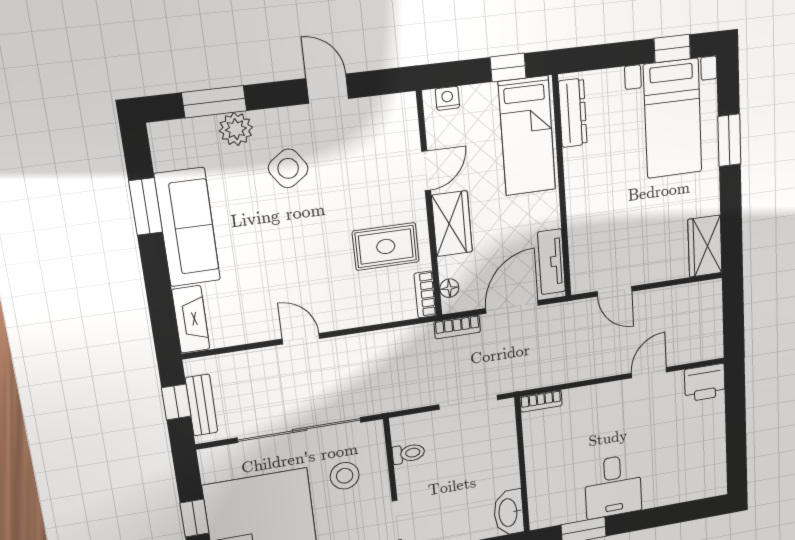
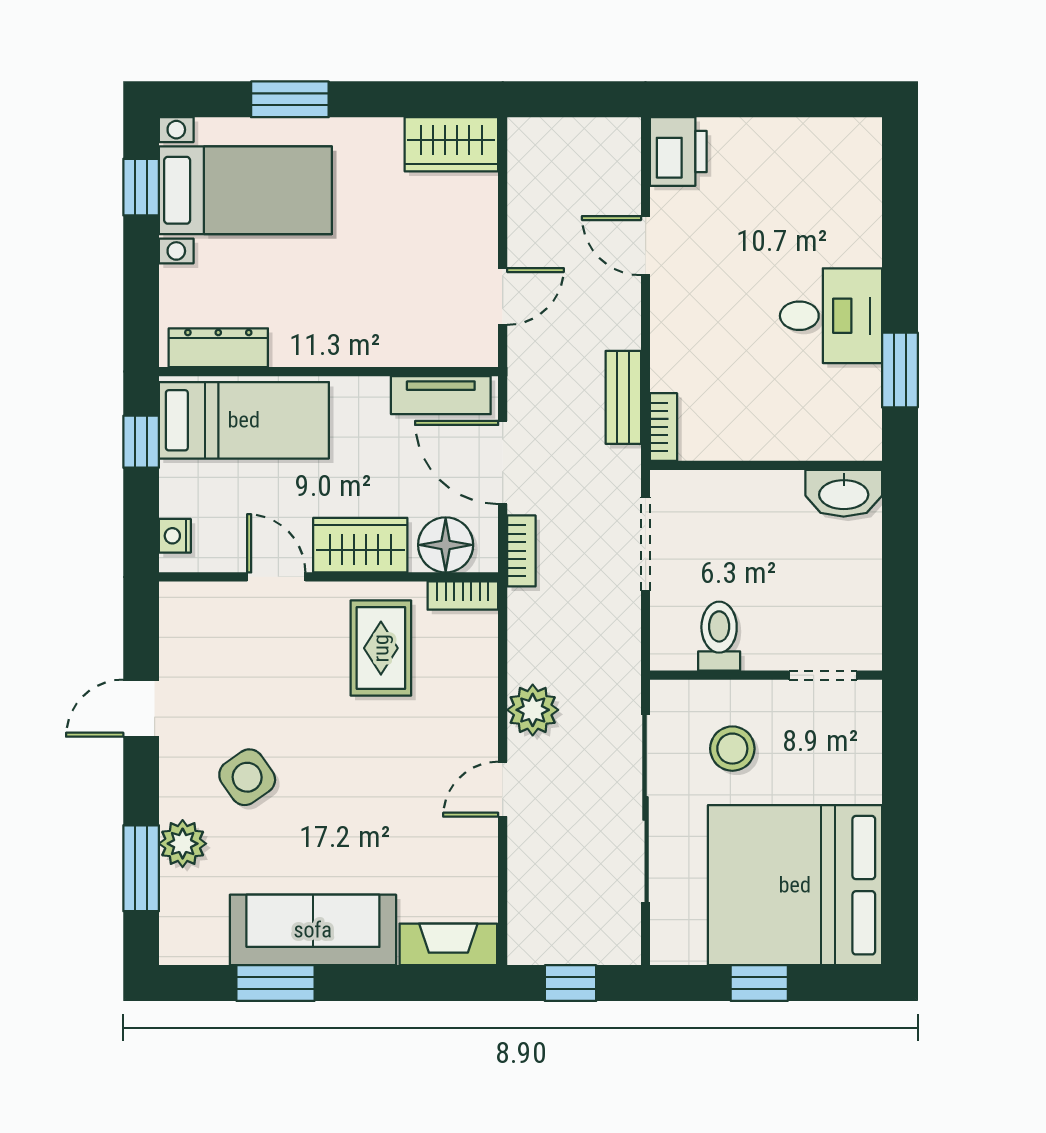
floor lamp: (449, 288) -> (446, 545), width x1.89, depth x1.89
plant: (355, 350) -> (533, 710), added
bench: (202, 405) -> (623, 397), moved, turned 90
toilet: (408, 453) -> (719, 636), width x1.37, depth x1.39

